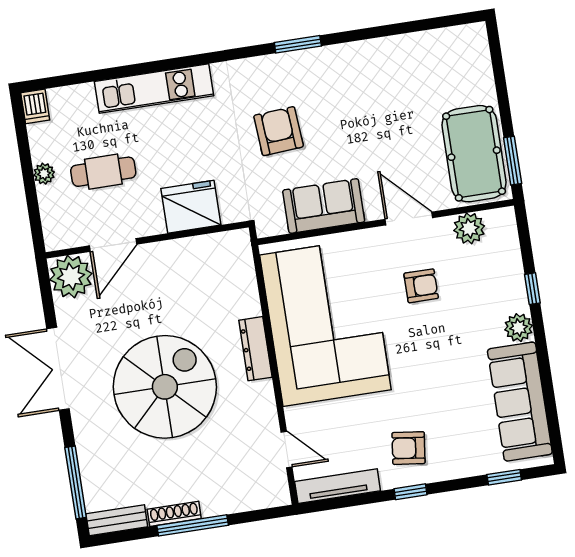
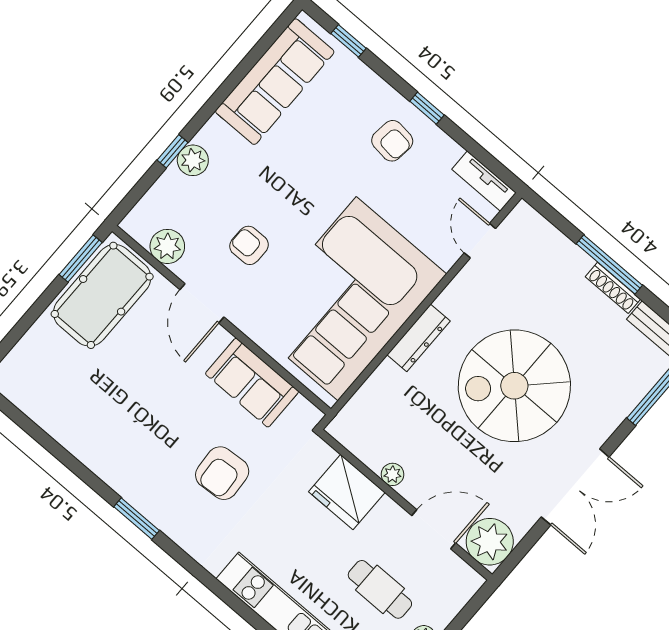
plant: (176, 249) -> (392, 474), added
plant: (519, 328) -> (193, 160), moved
tv unit: (338, 486) -> (484, 181), width x0.71

